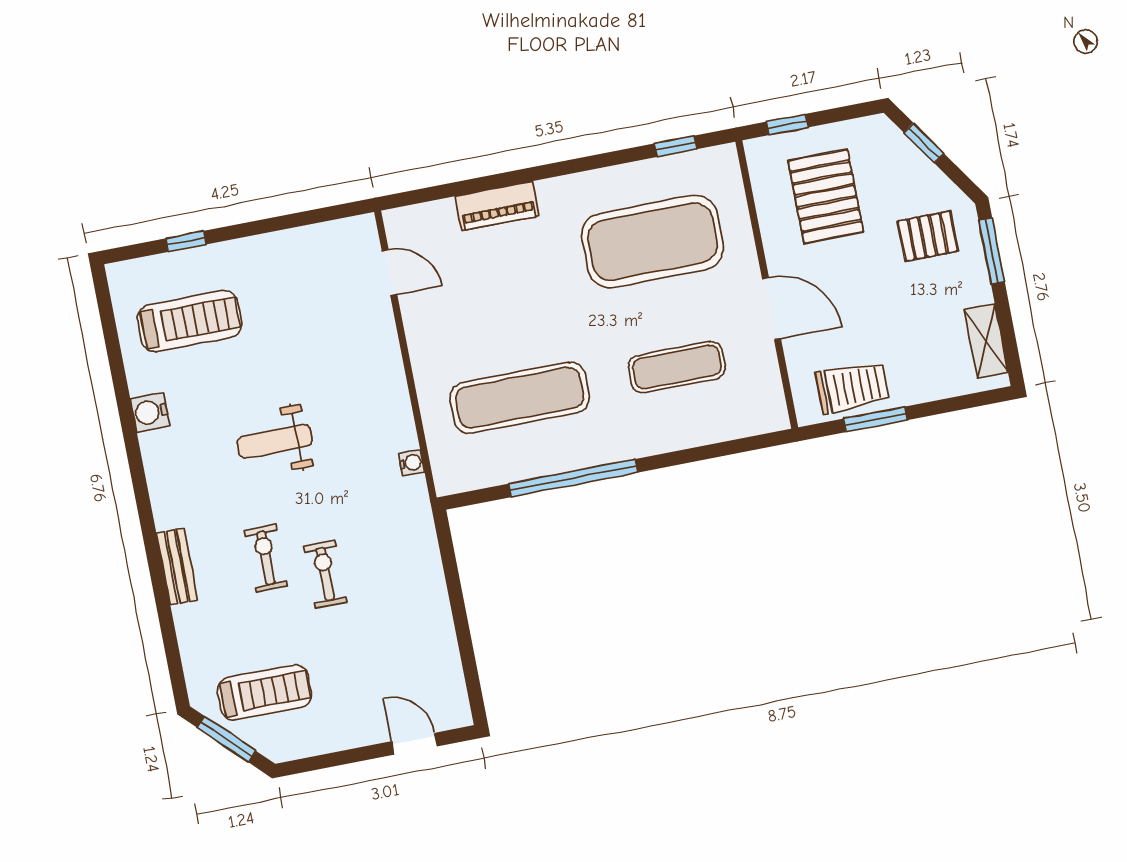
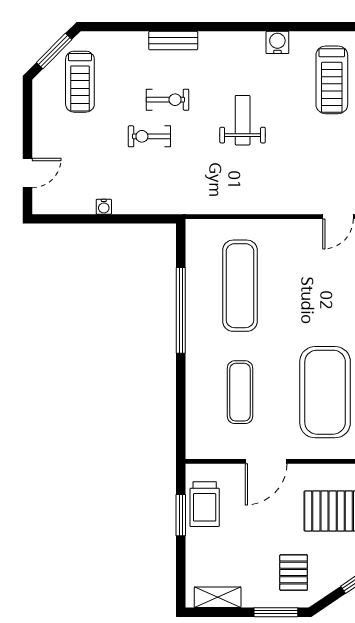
water cooler: (411, 463) -> (104, 207), moved
exercise bike: (325, 574) -> (149, 136), turned 180

